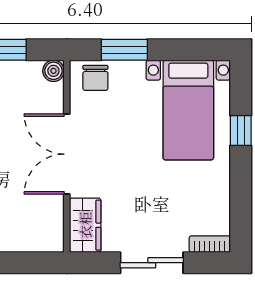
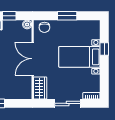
window: (124, 50) -> (67, 16), moved
bed with nightstands: (188, 110) -> (79, 57), moved, turned 90

